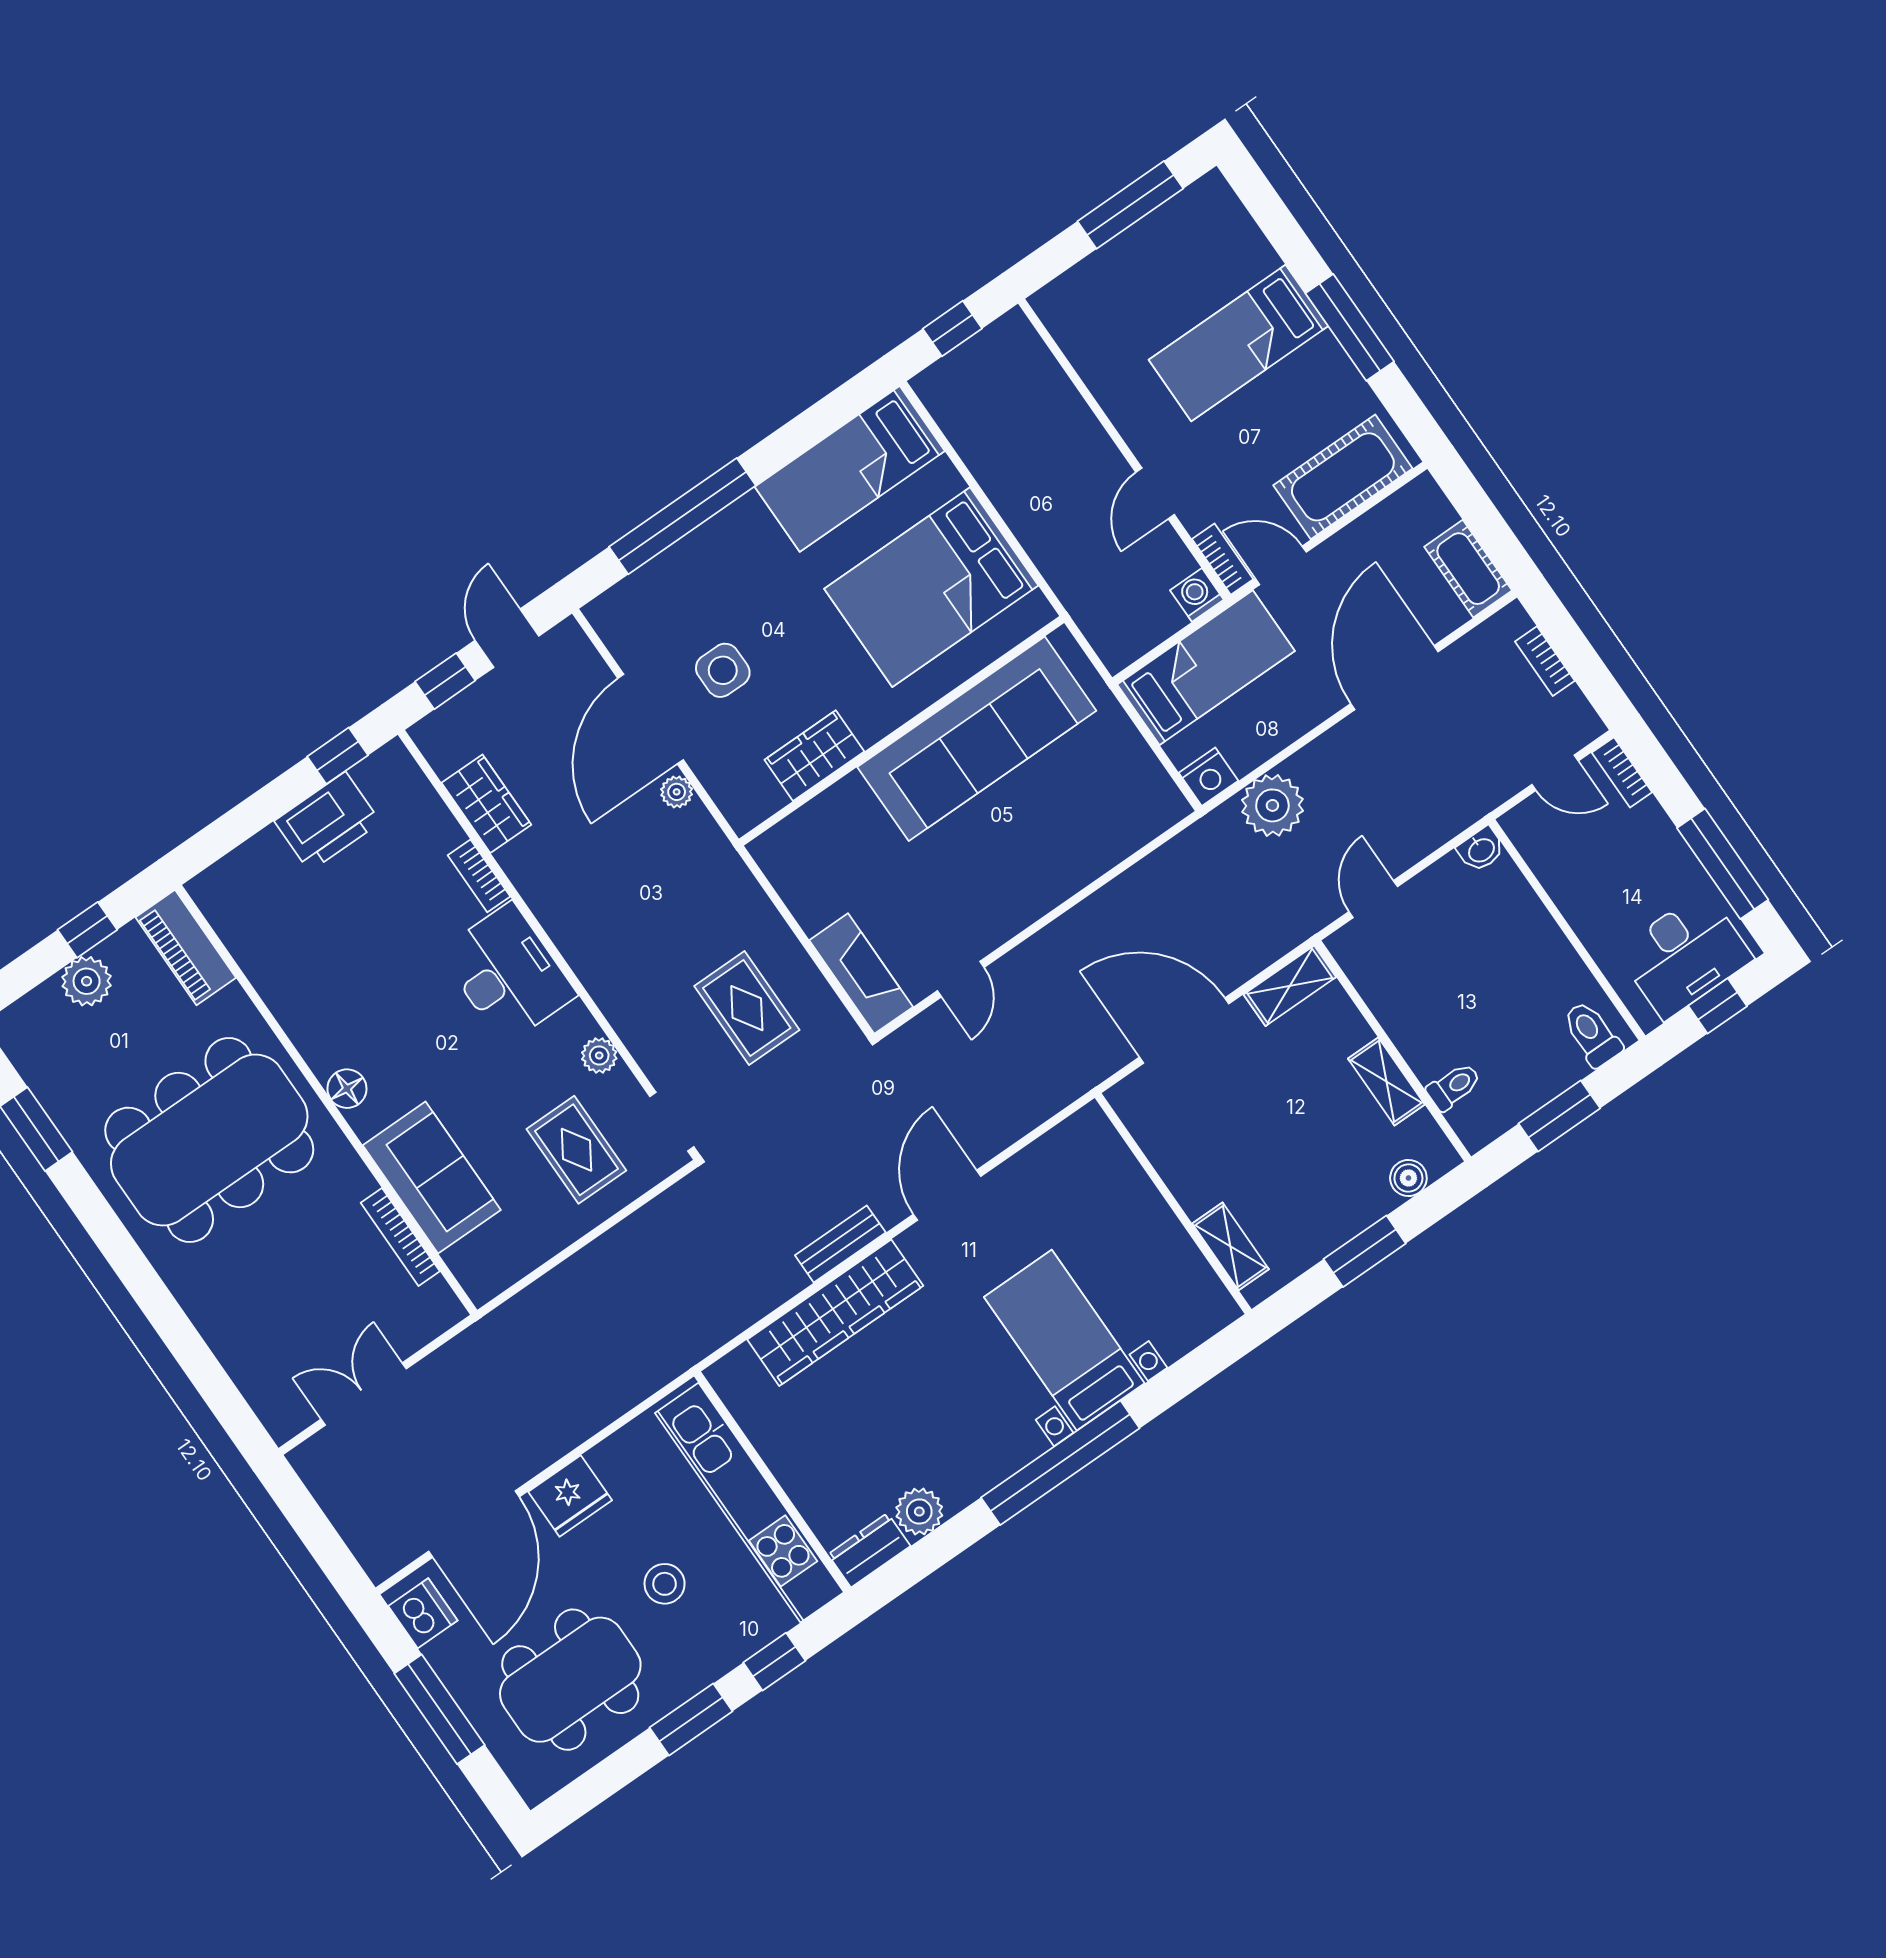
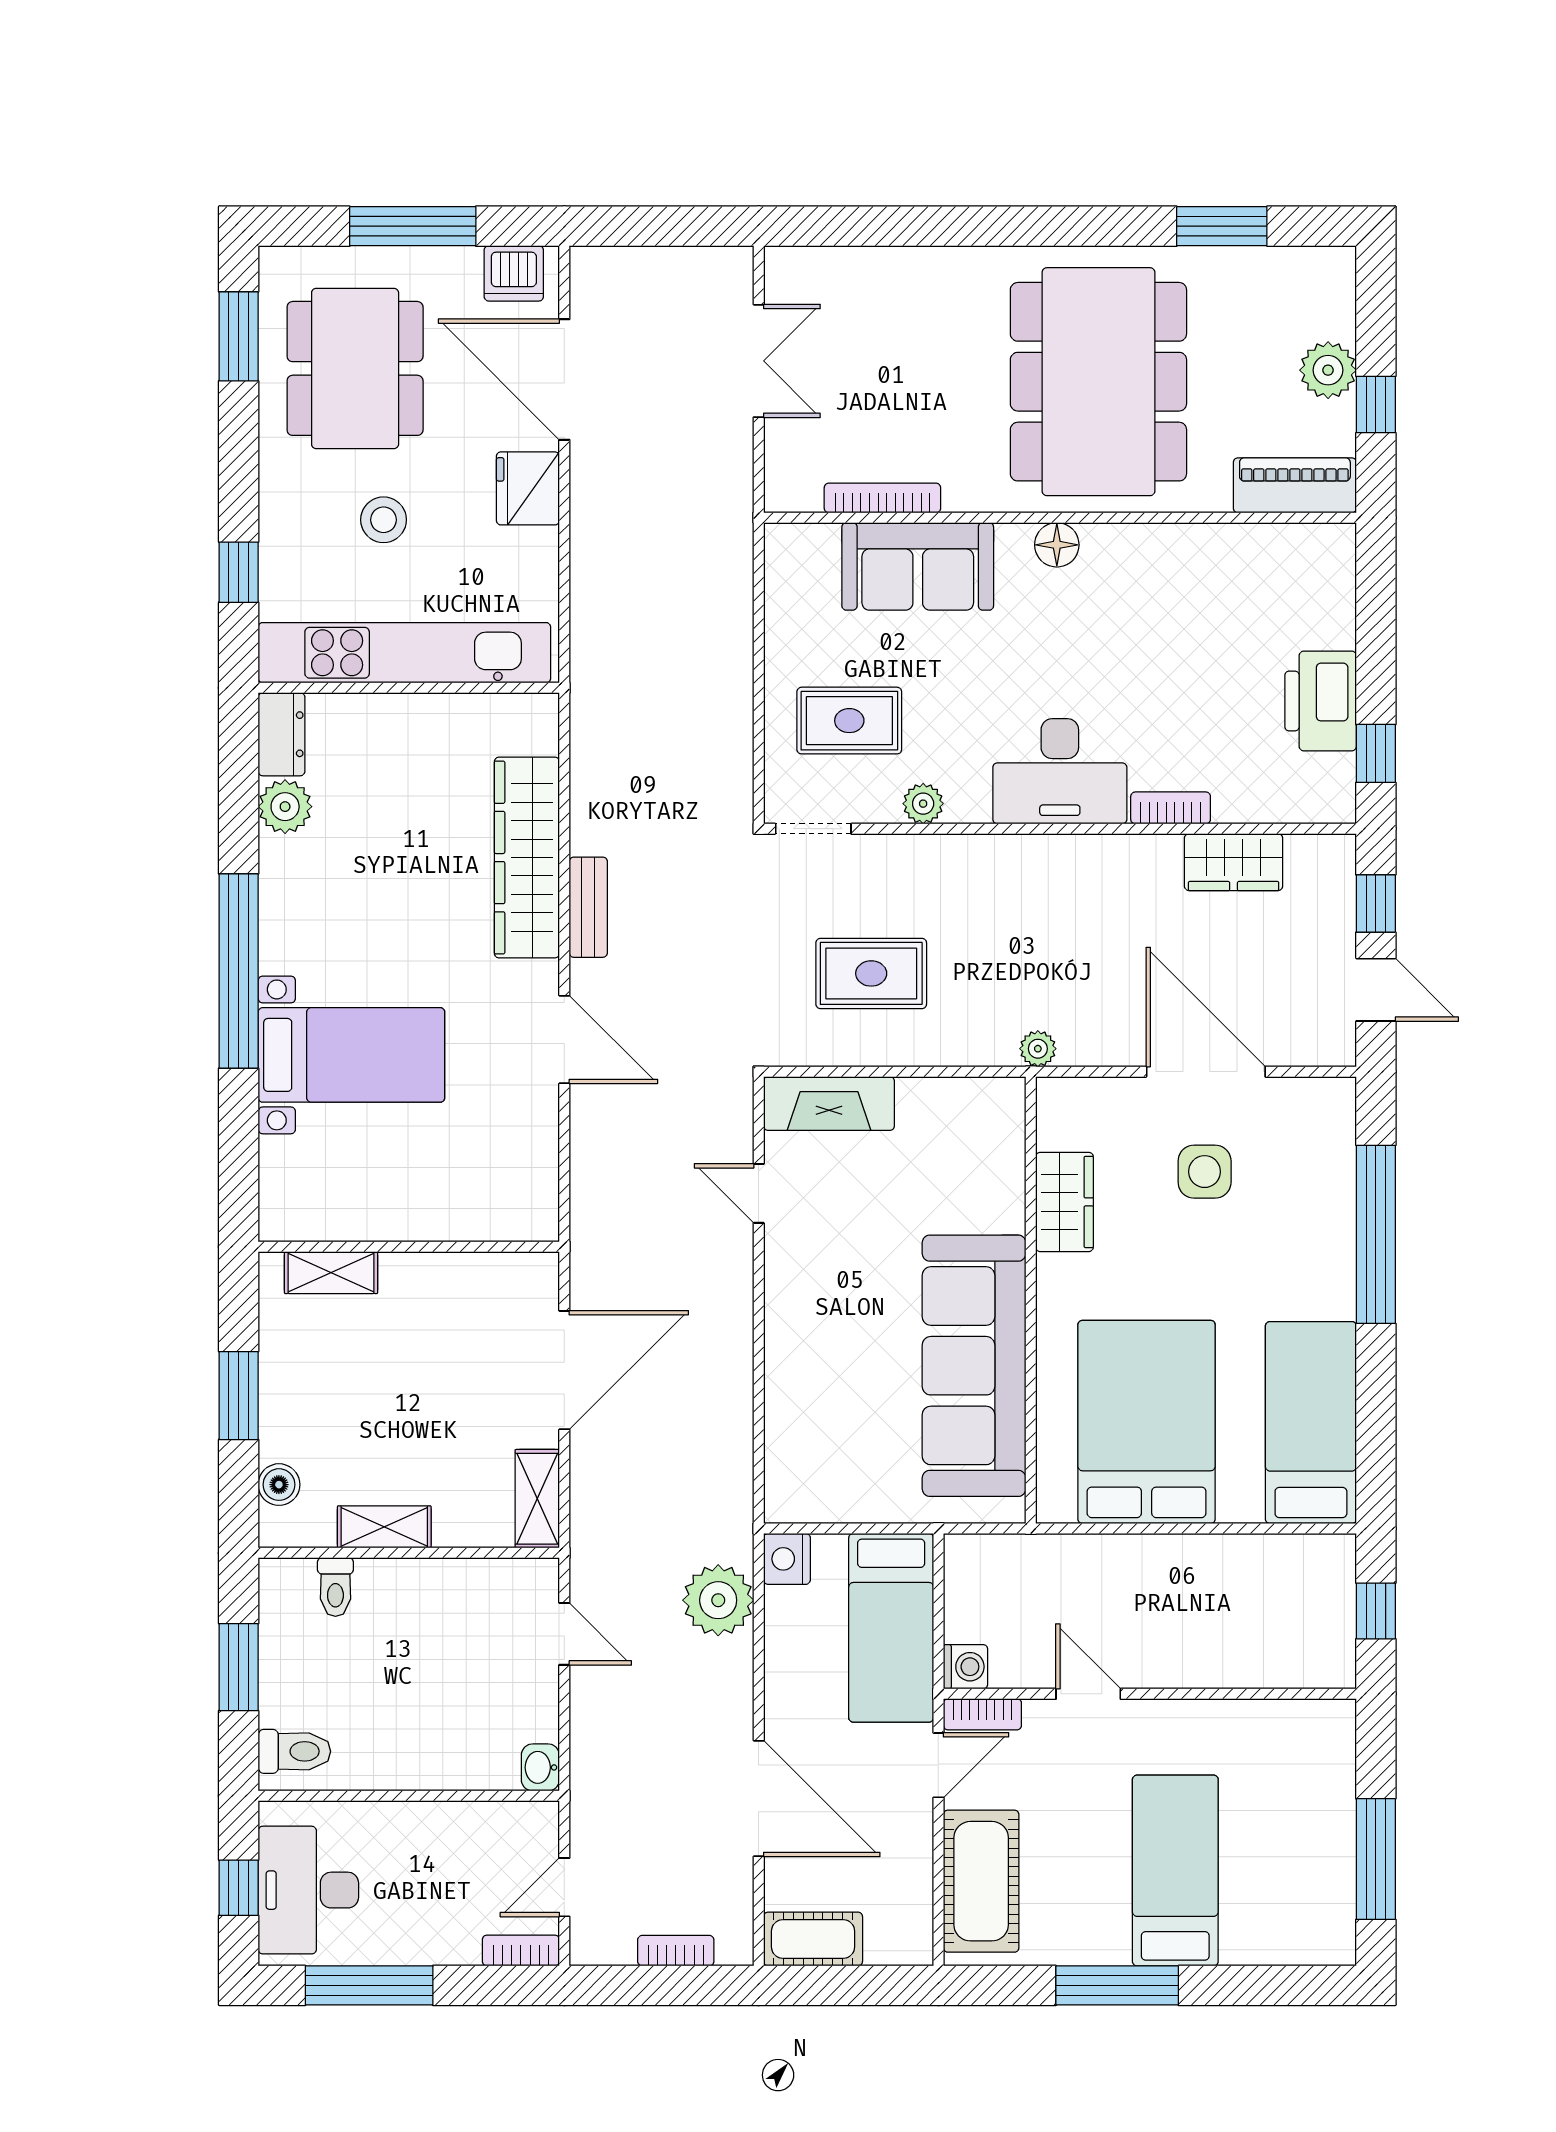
plant: (677, 792) -> (1038, 1049), moved
window: (691, 1719) -> (239, 336), moved

